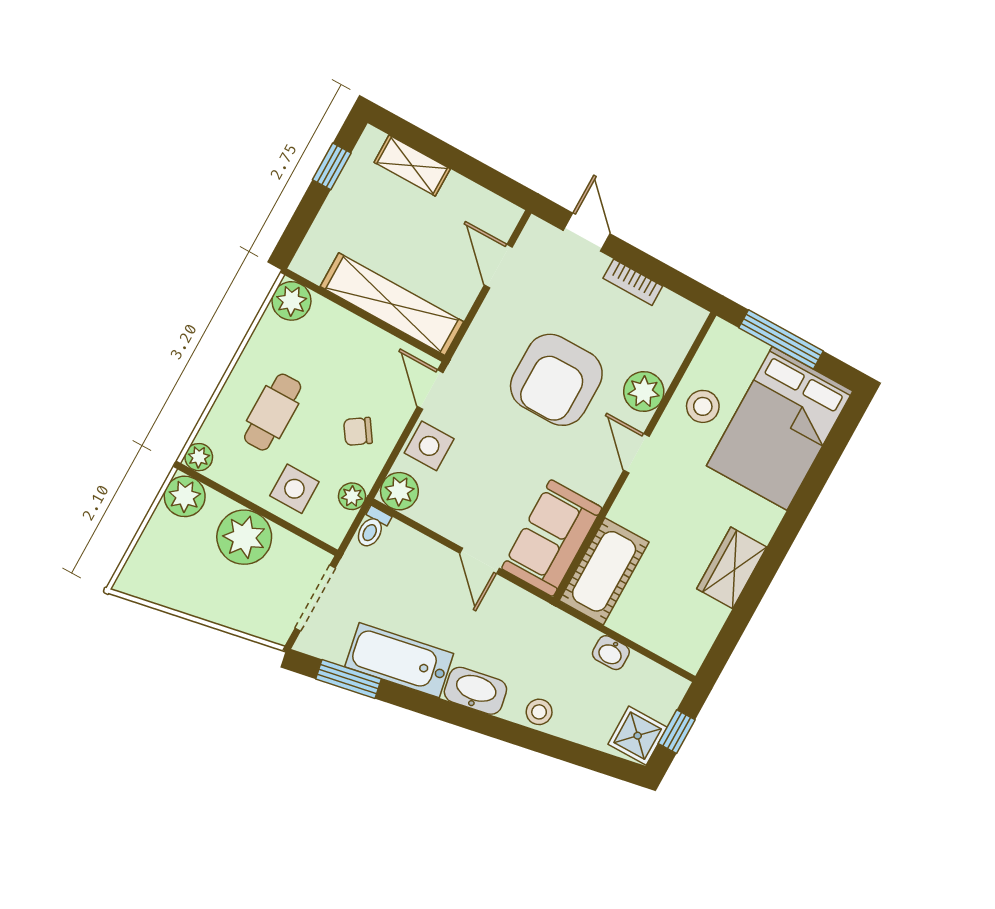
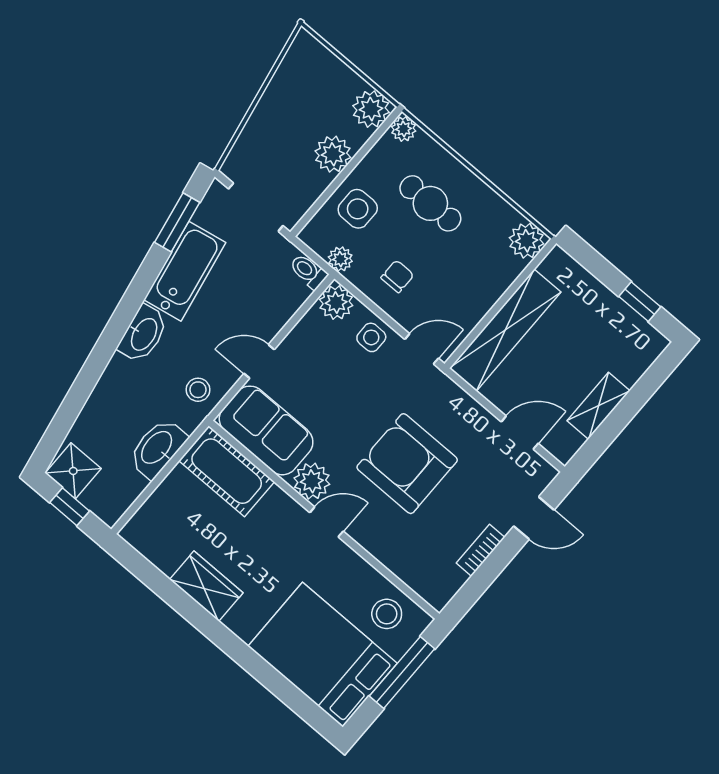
shelving: (412, 166) -> (598, 406), moved
plant: (644, 392) -> (312, 481), moved
stool: (703, 406) -> (387, 614), moved
chair: (358, 431) -> (397, 276), turned 34
side table: (429, 446) -> (371, 337), width x0.73, depth x0.73
plant: (244, 537) -> (333, 154), width x0.73, depth x0.73
washbasin: (611, 653) -> (157, 448), width x1.91, depth x1.45
stool: (539, 712) -> (198, 390), moved

